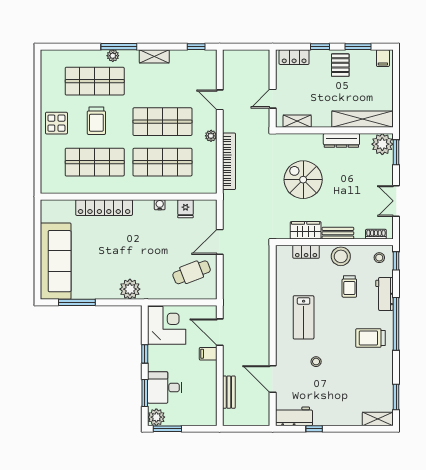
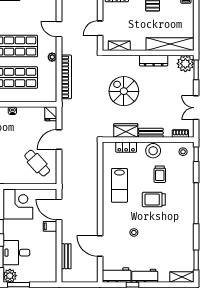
fridge: (185, 209) -> (51, 114), moved
cafe table: (192, 272) -> (37, 163), turned 69
workbench: (385, 294) -> (145, 276), moved, turned 90
lab bench: (304, 317) -> (119, 185), moved
trolley: (370, 338) -> (154, 199), moved

